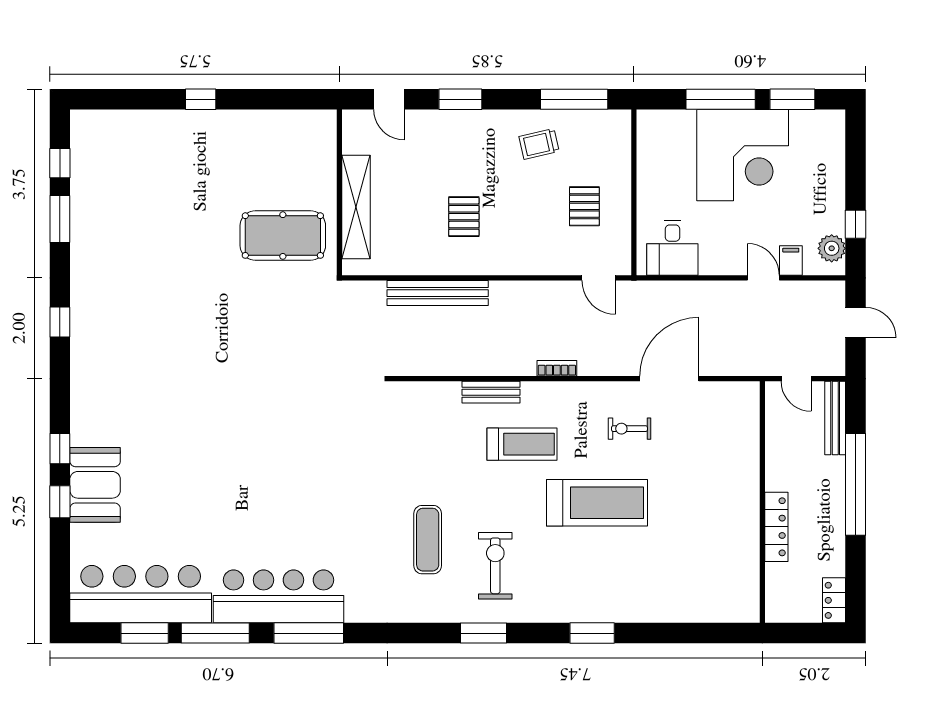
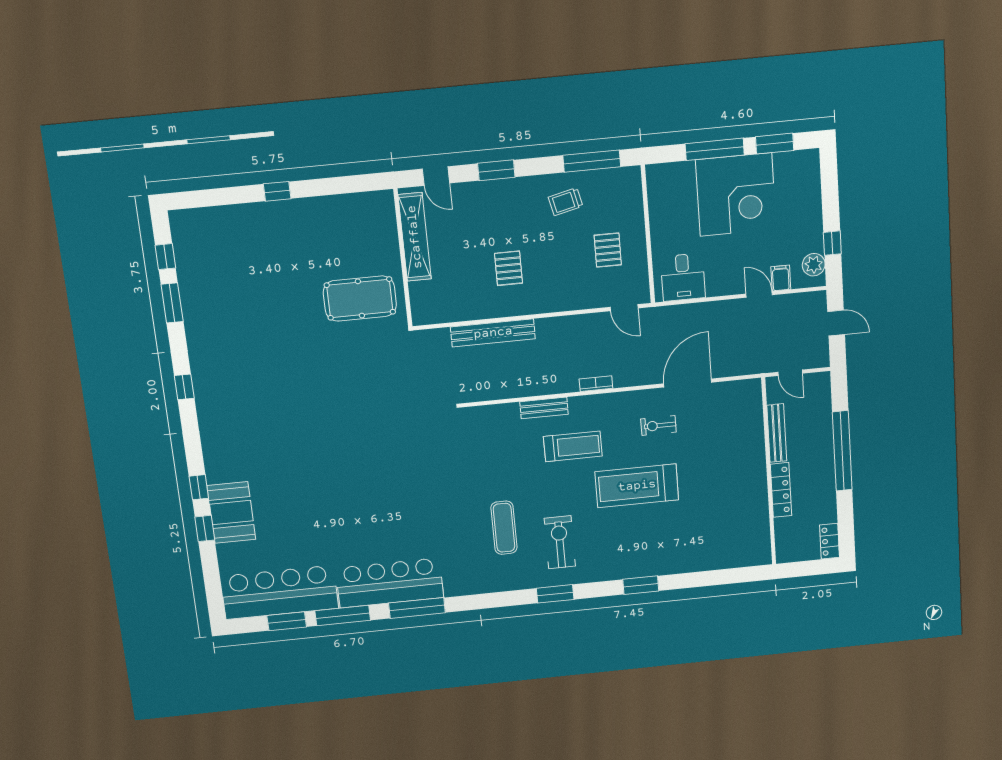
shelving: (356, 207) -> (415, 237), moved
bench: (835, 418) -> (777, 433), moved
treadmill: (597, 503) -> (637, 486), turned 180

